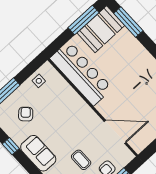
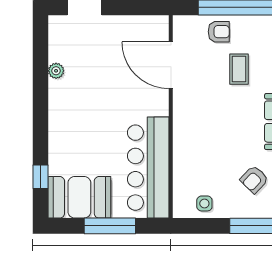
window: (84, 20) -> (110, 226), moved
window: (128, 22) -> (40, 177), width x0.46

